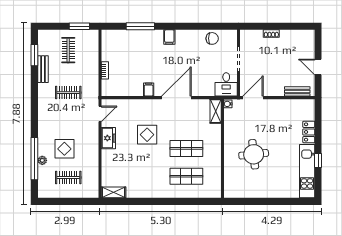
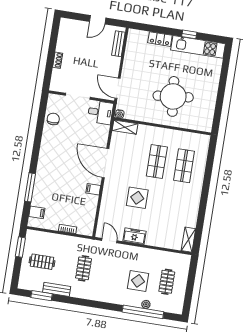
filing cabinet: (169, 37) -> (37, 212), moved
round table: (254, 154) -> (173, 96), width x1.36, depth x1.36

